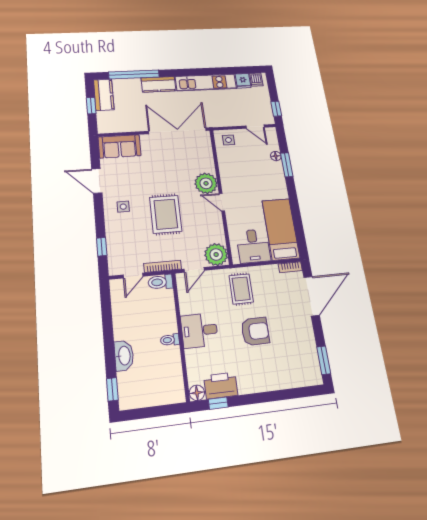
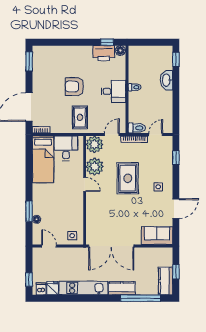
window: (276, 109) -> (29, 280), moved
door: (97, 181) -> (176, 209), hinge flipped
plant: (206, 183) -> (95, 167), moved

